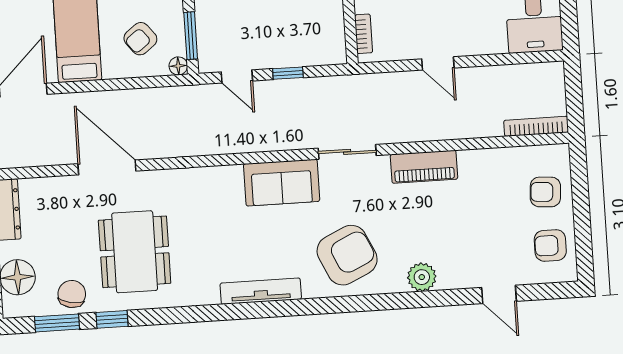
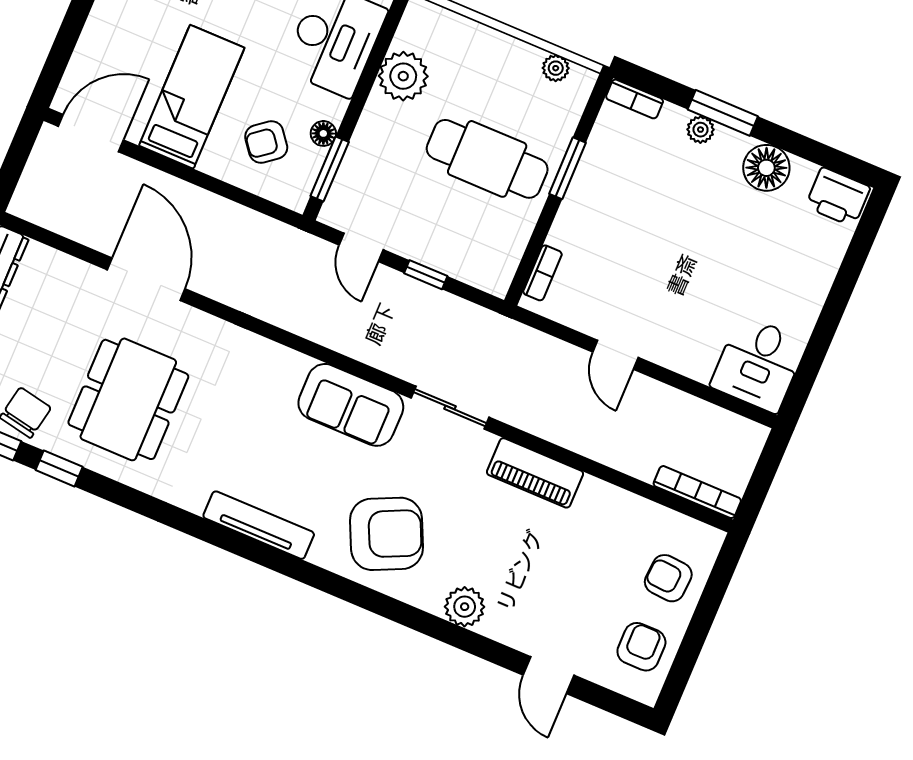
floor lamp: (178, 66) -> (323, 133), moved
armchair: (550, 245) -> (641, 647), turned 90

